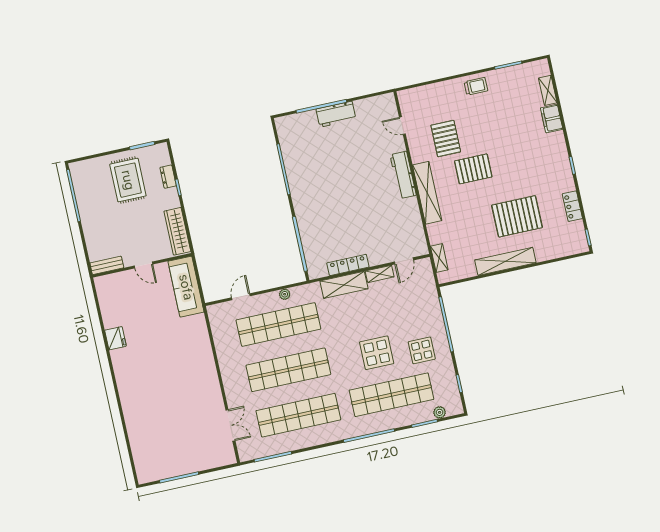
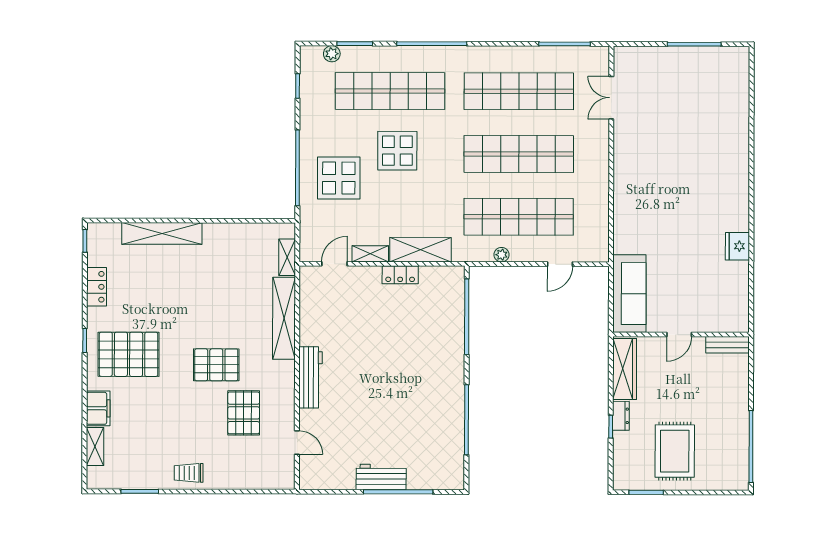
dresser: (168, 177) -> (621, 416), moved
shelving: (427, 193) -> (284, 318), moved
pallet: (517, 216) -> (129, 354), moved
shelving: (505, 261) -> (162, 233), moved
door: (143, 265) -> (679, 335), swing flipped
locker: (348, 265) -> (400, 275), width x0.66
display table: (422, 350) -> (339, 178), moved, width x1.36, depth x1.36

